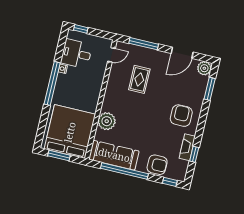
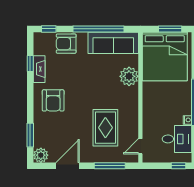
rug: (139, 79) -> (105, 128), width x1.36, depth x1.43

